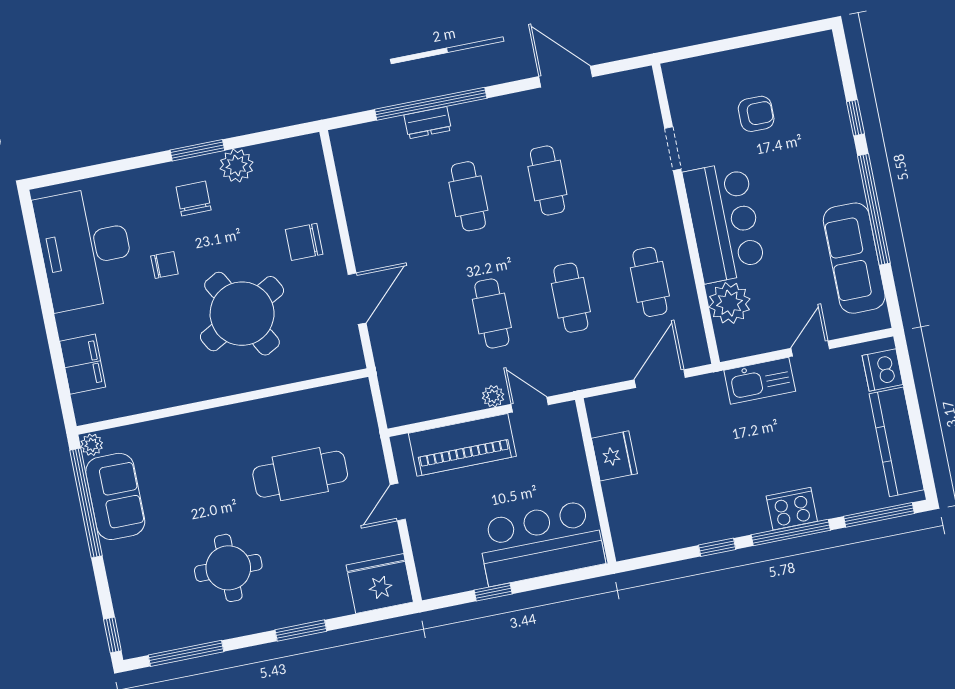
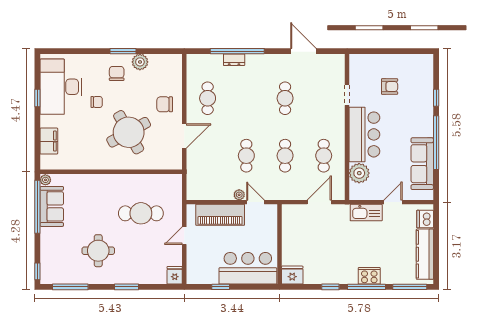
cafe table: (468, 196) -> (208, 98), moved
window: (42, 281) -> (37, 98), added
fridge: (614, 456) -> (292, 275), moved, turned -90
fridge: (380, 583) -> (175, 275), width x0.53, depth x0.75

